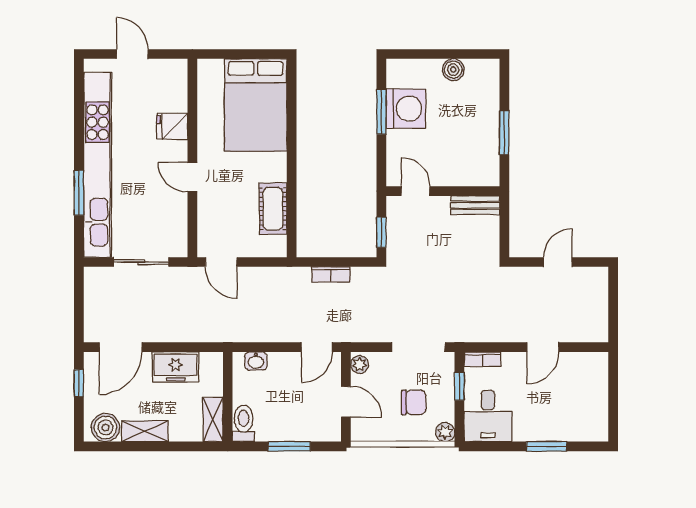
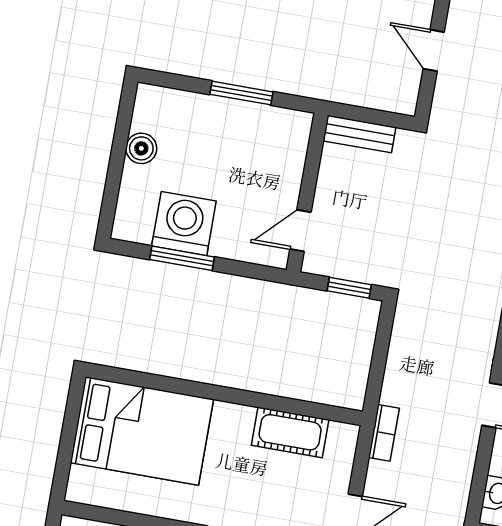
bench: (475, 205) -> (360, 134), moved, turned 90
bookcase: (331, 274) -> (384, 433), moved

